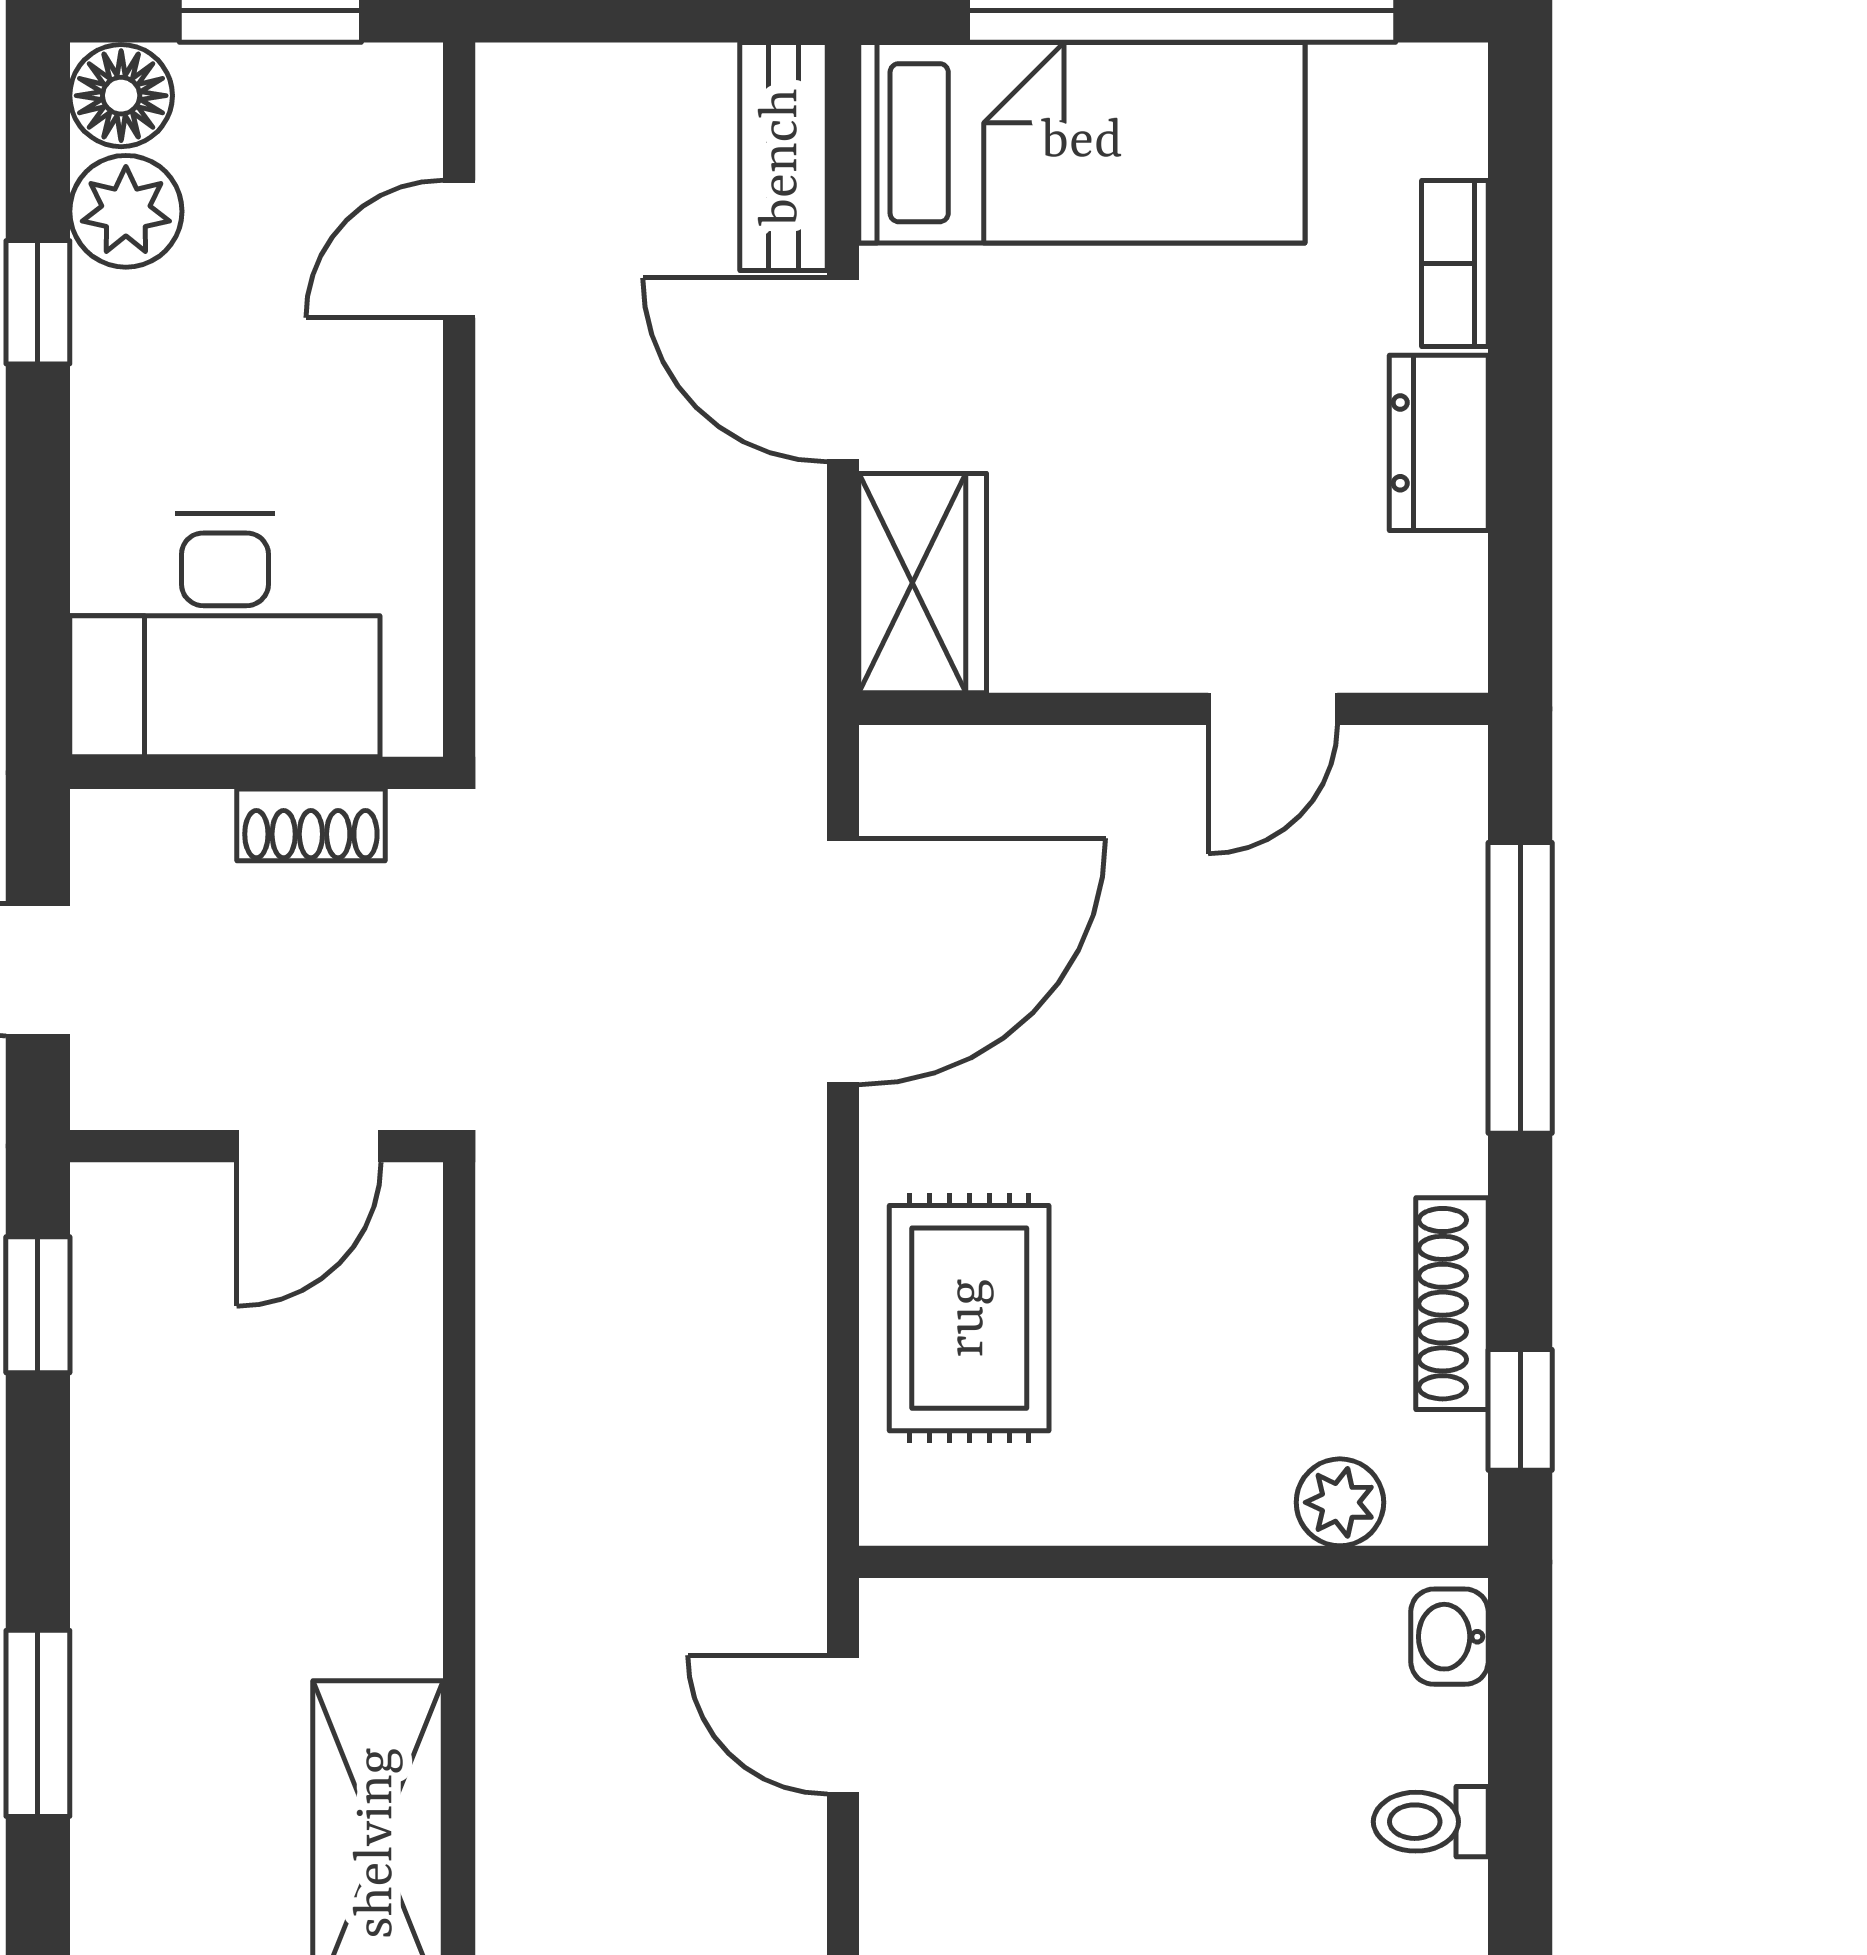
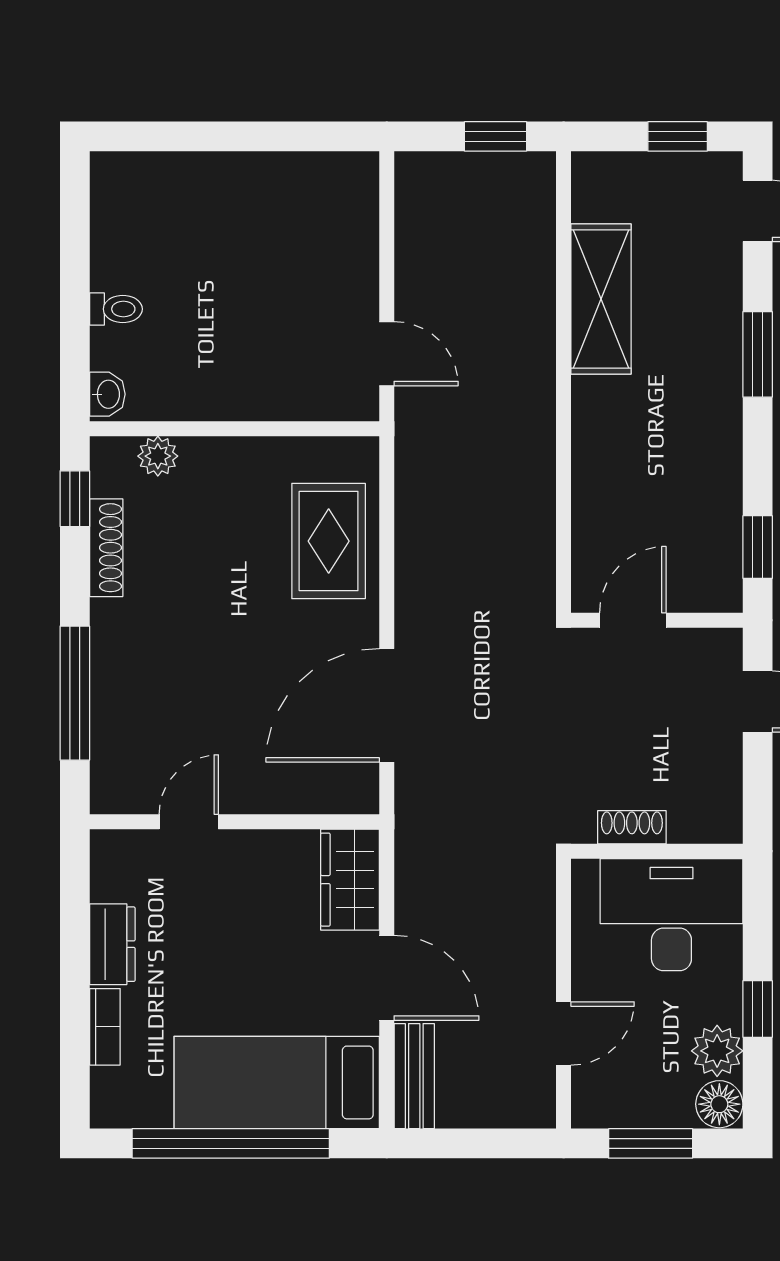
desk: (225, 635) -> (671, 915), moved
wall: (257, 773) -> (657, 851), moved
shoe rack: (311, 825) -> (632, 827), moved

